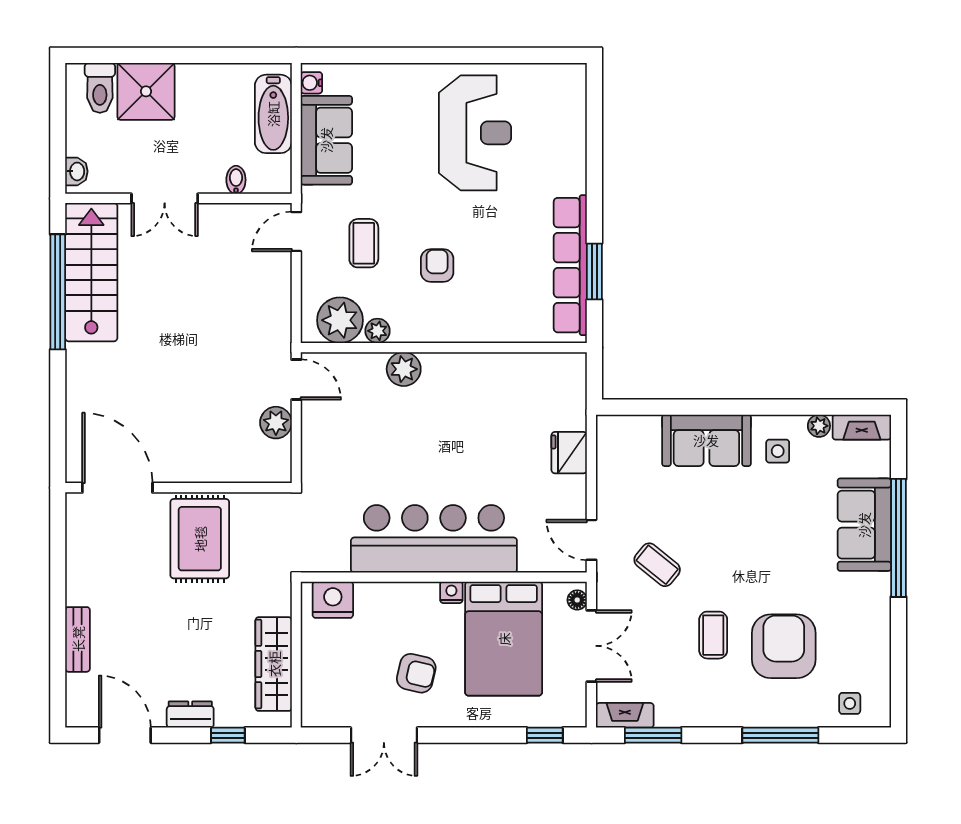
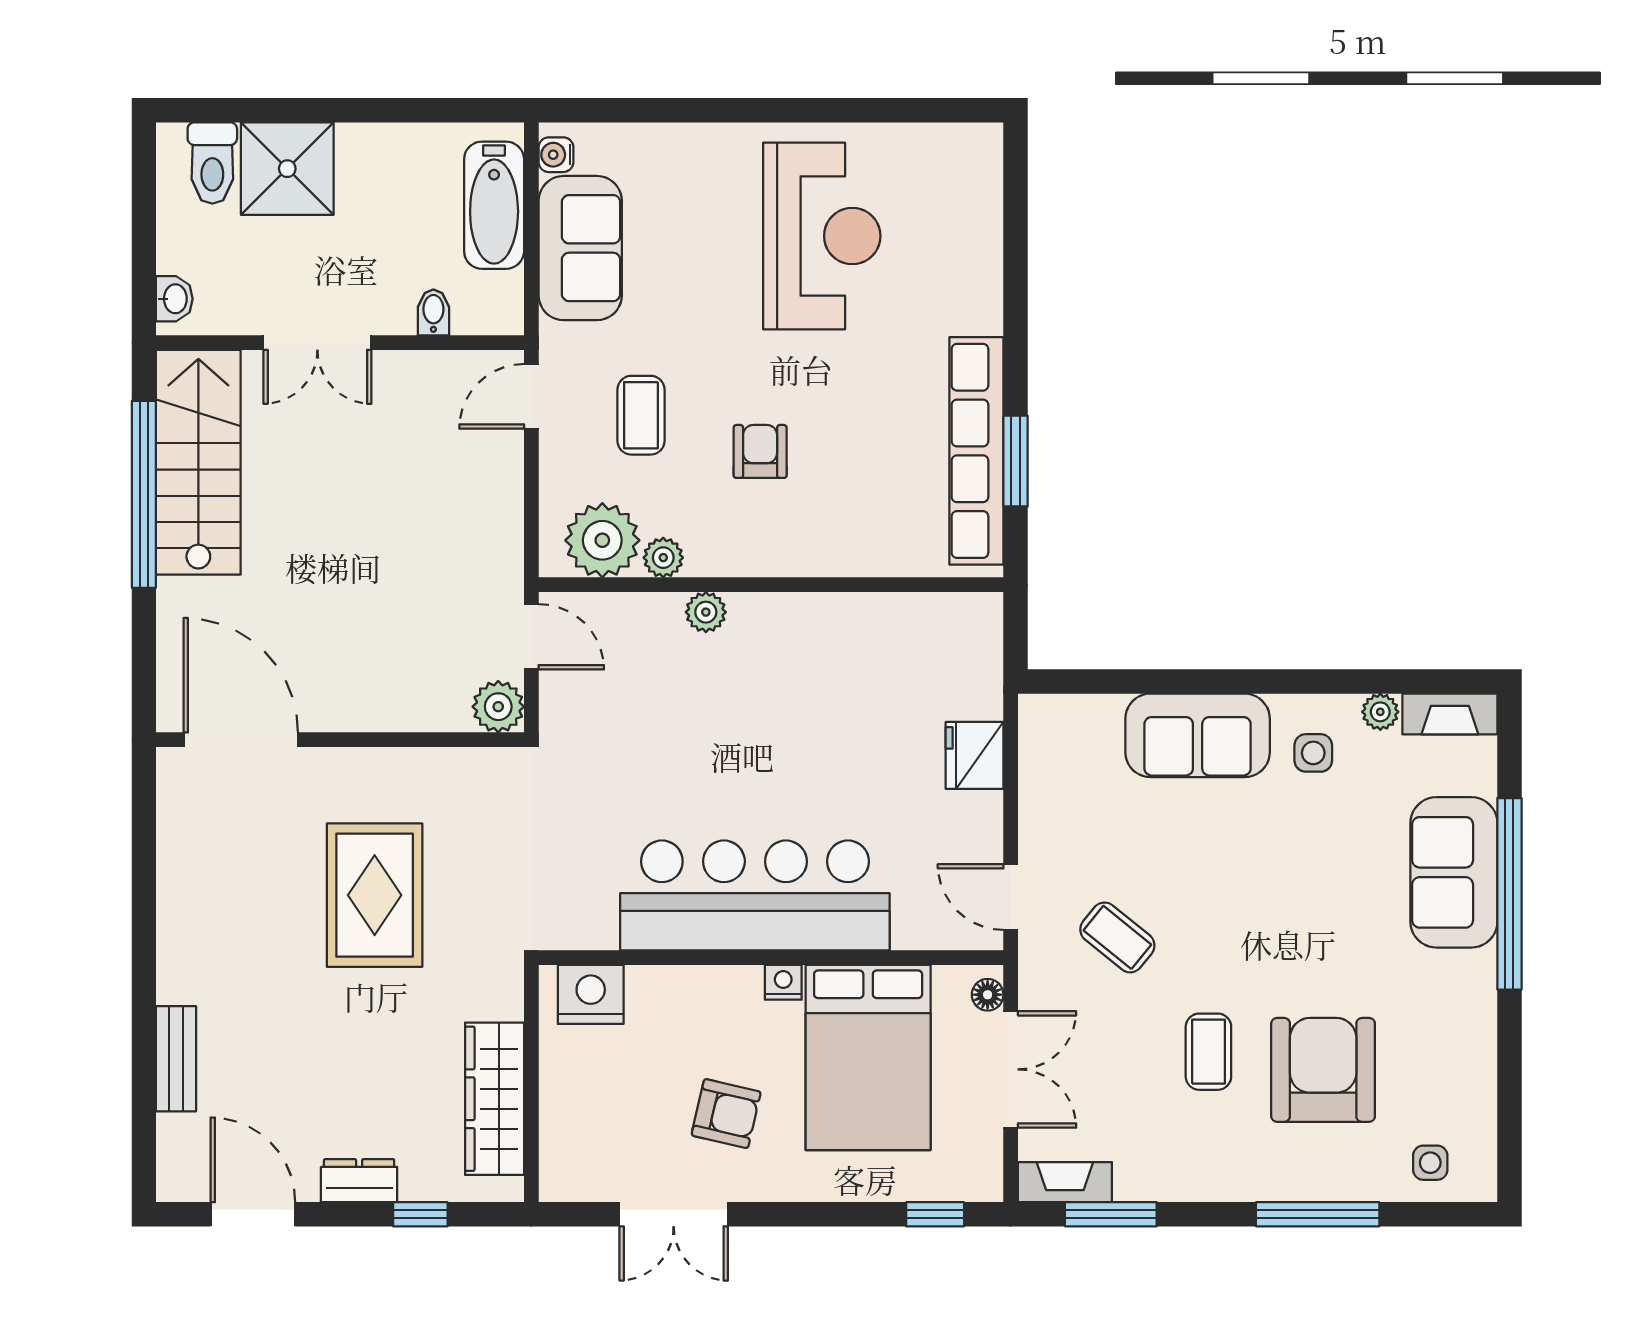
plant: (404, 369) -> (706, 612), width x0.73, depth x0.73
door: (117, 488) -> (241, 740), moved
wall: (178, 488) -> (340, 740), moved

